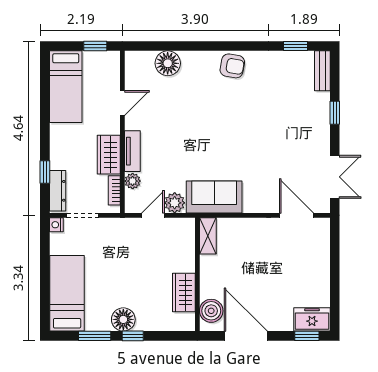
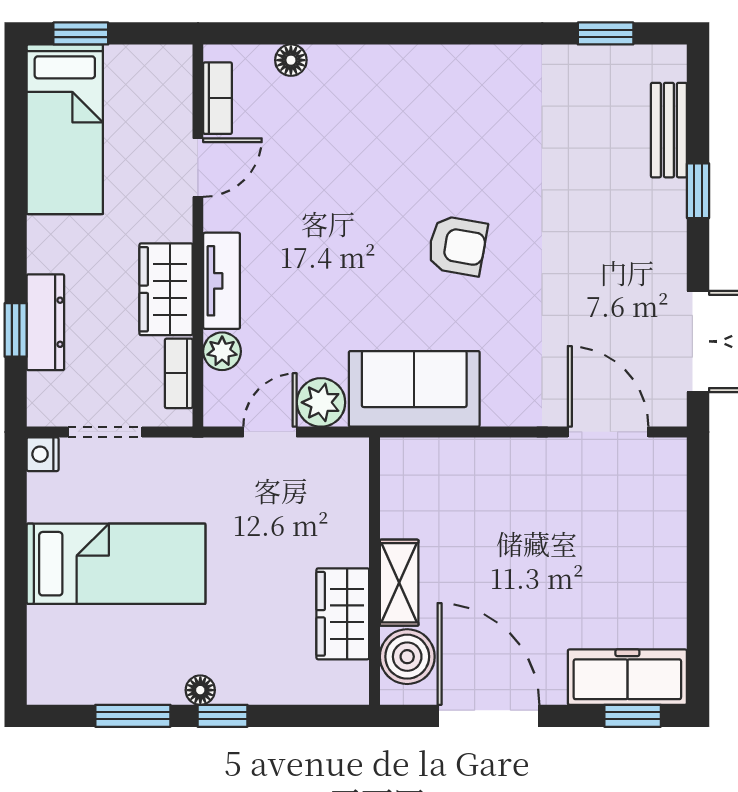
window: (95, 46) -> (81, 33), moved
floor lamp: (168, 63) -> (291, 60), width x0.53, depth x0.53
armchair: (232, 66) -> (457, 246), moved
bench: (322, 71) -> (669, 130), moved
bookcase: (131, 74) -> (218, 98), added
dresser: (58, 191) -> (45, 322), moved
shelving: (208, 236) -> (399, 583), moved
bed: (67, 293) -> (116, 564), moved, turned 90
floor lamp: (123, 319) -> (200, 690), width x0.53, depth x0.53
freezer: (312, 319) -> (627, 677), width x1.40

